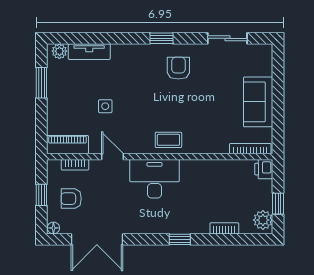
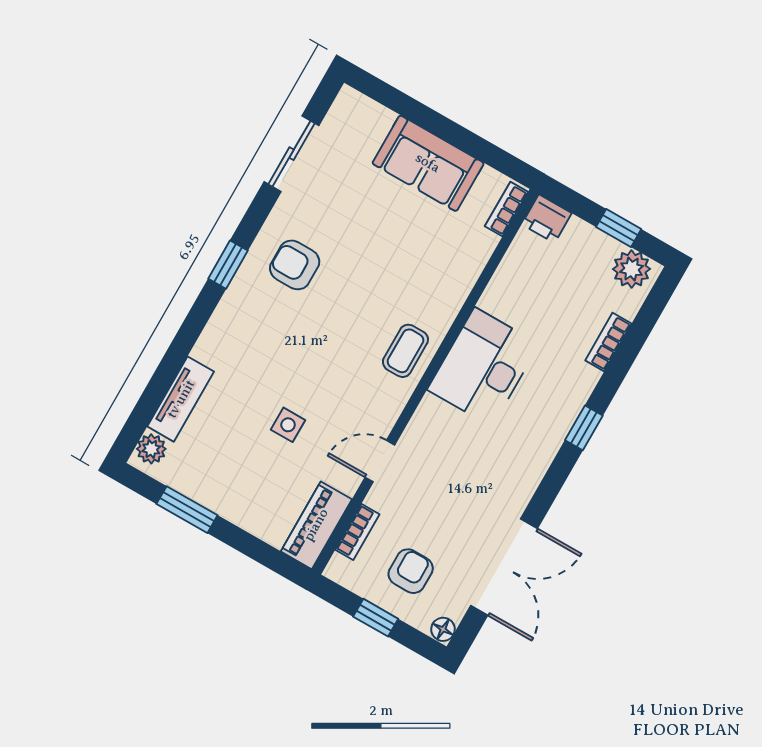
bookcase: (250, 149) -> (506, 209), width x0.64
desk: (155, 179) -> (483, 367), moved
armchair: (71, 199) -> (411, 571), turned 180

